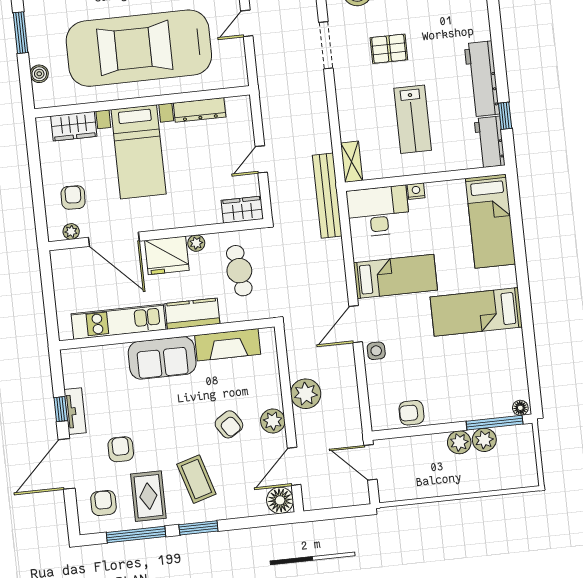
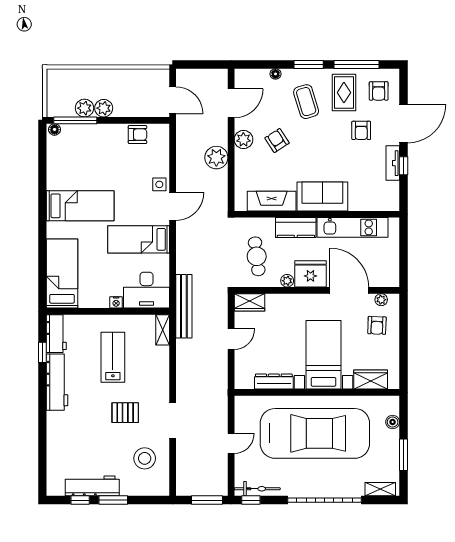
floor lamp: (280, 500) -> (275, 74), moved, width x0.53, depth x0.53

